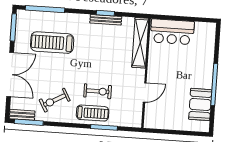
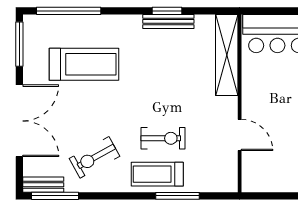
treadmill: (52, 43) -> (84, 64), turned 180
door: (145, 92) -> (240, 135), hinge flipped
treadmill: (93, 113) -> (157, 174), turned 180

